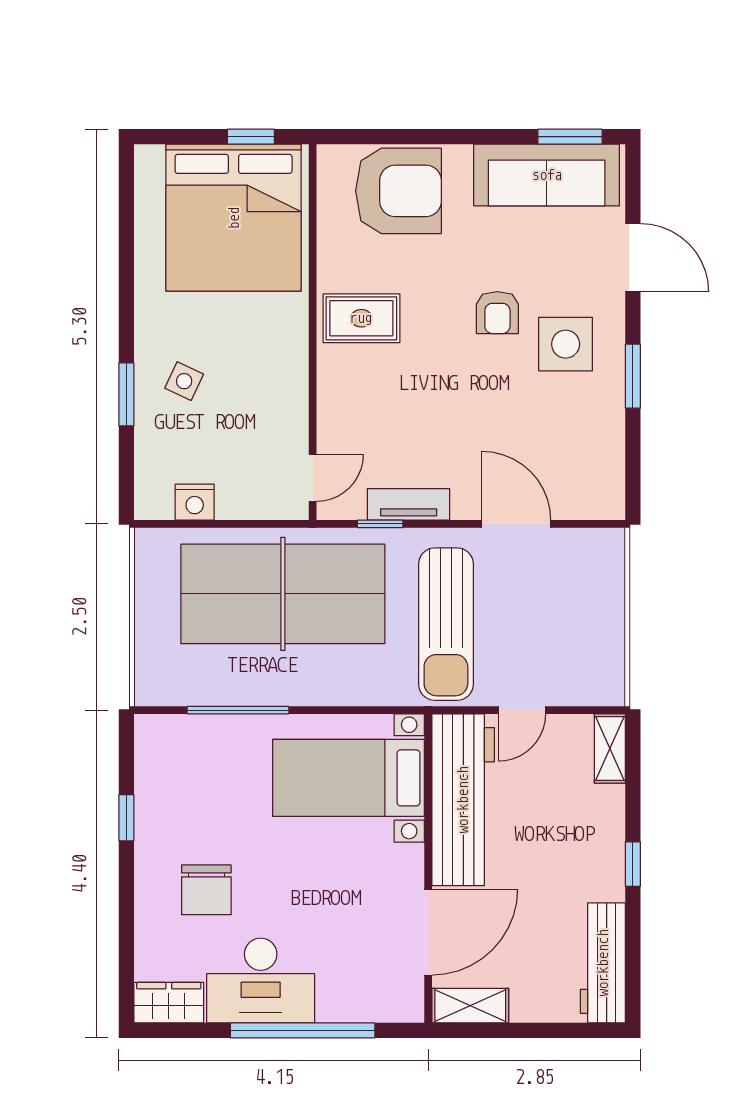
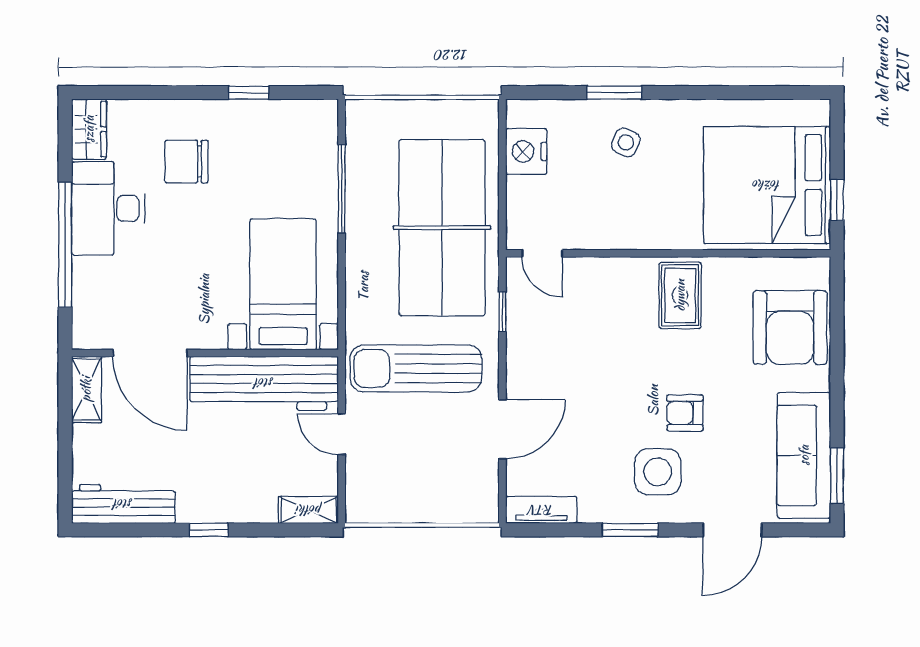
nightstand: (195, 502) -> (526, 151), width x1.36, depth x1.33
tv unit: (409, 504) -> (541, 510), moved, turned -90

